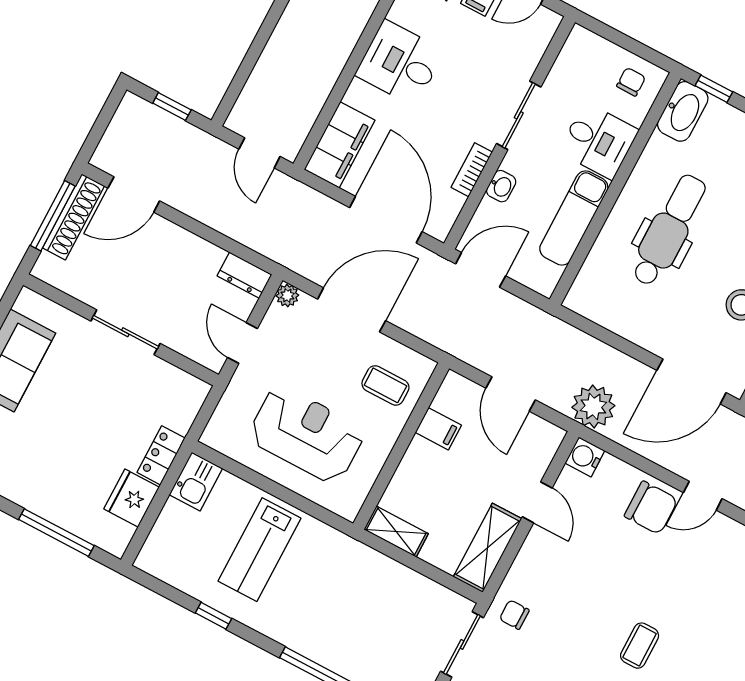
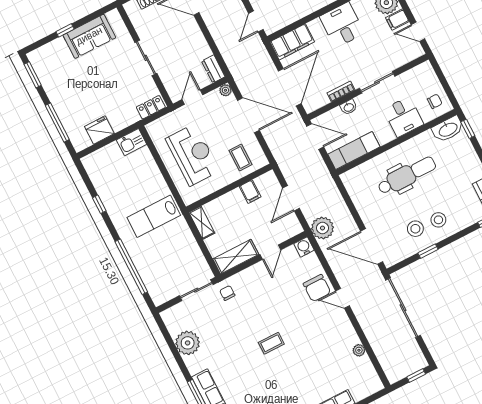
exam couch: (574, 218) -> (354, 151), moved
locker: (161, 455) -> (151, 107), moved
lab bench: (259, 550) -> (154, 216), moved

